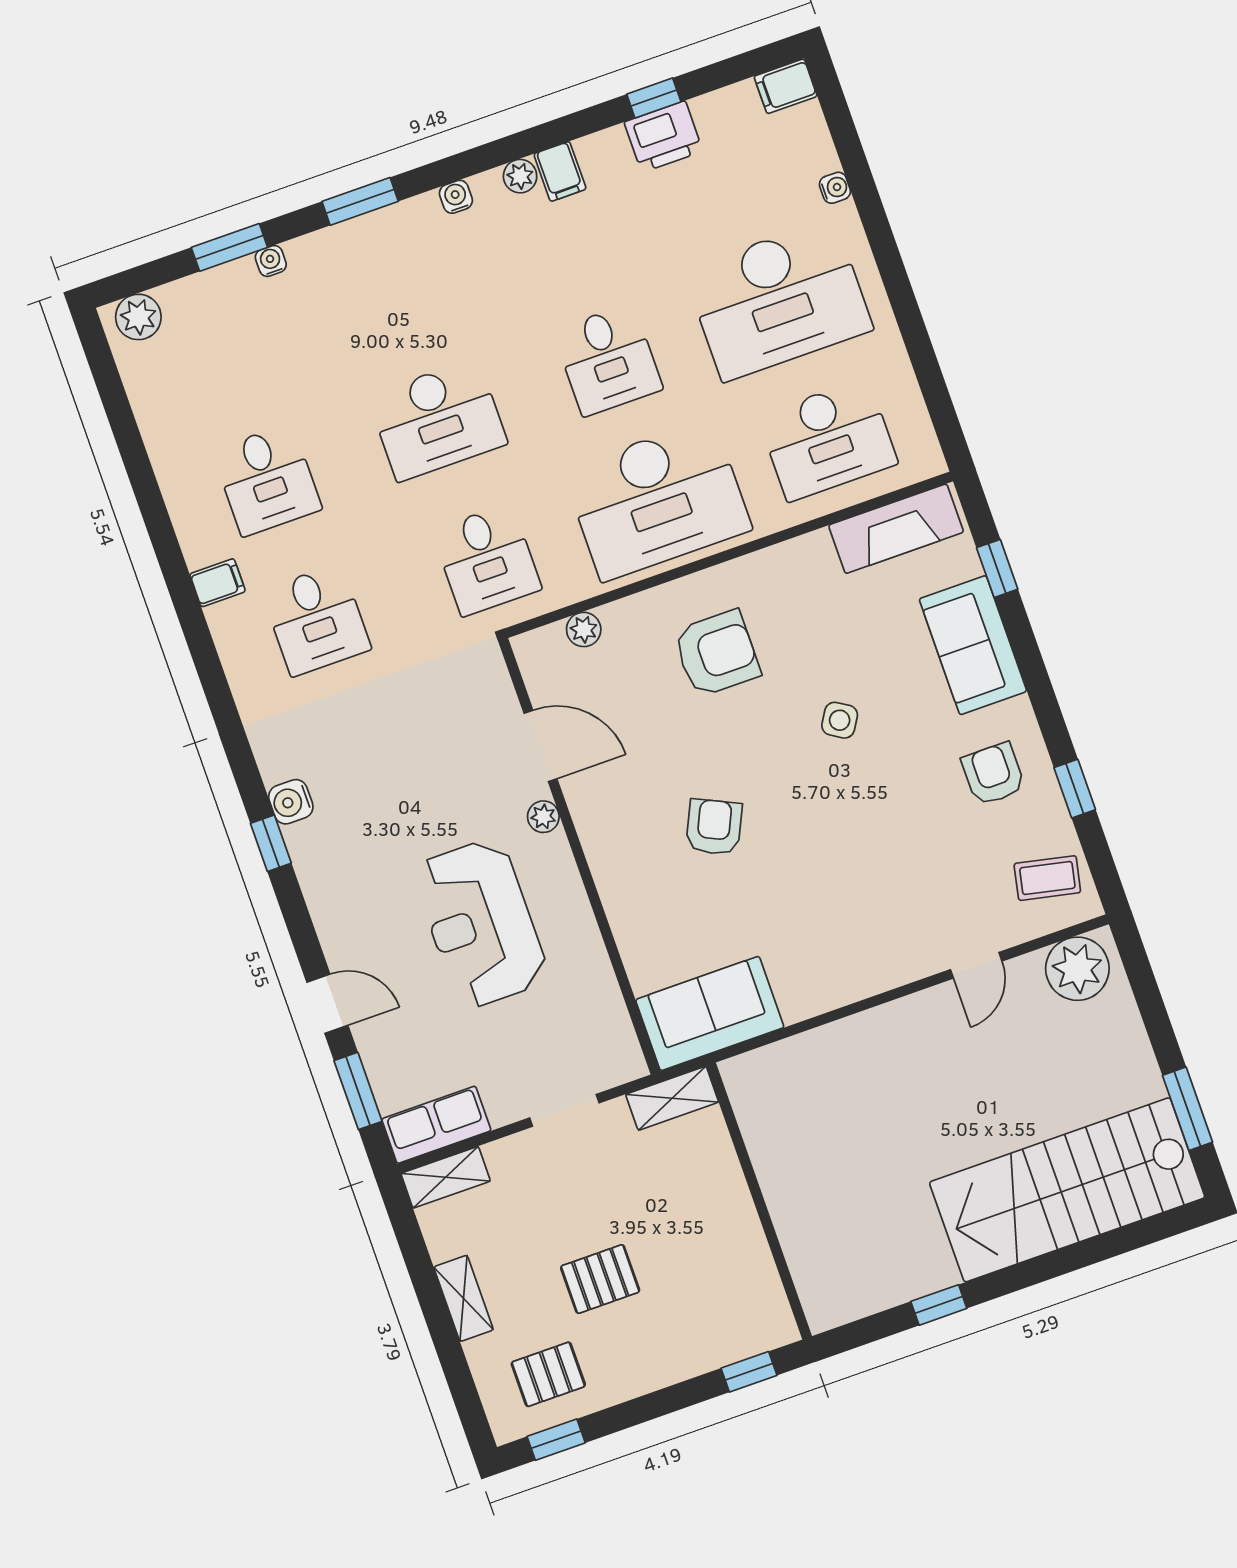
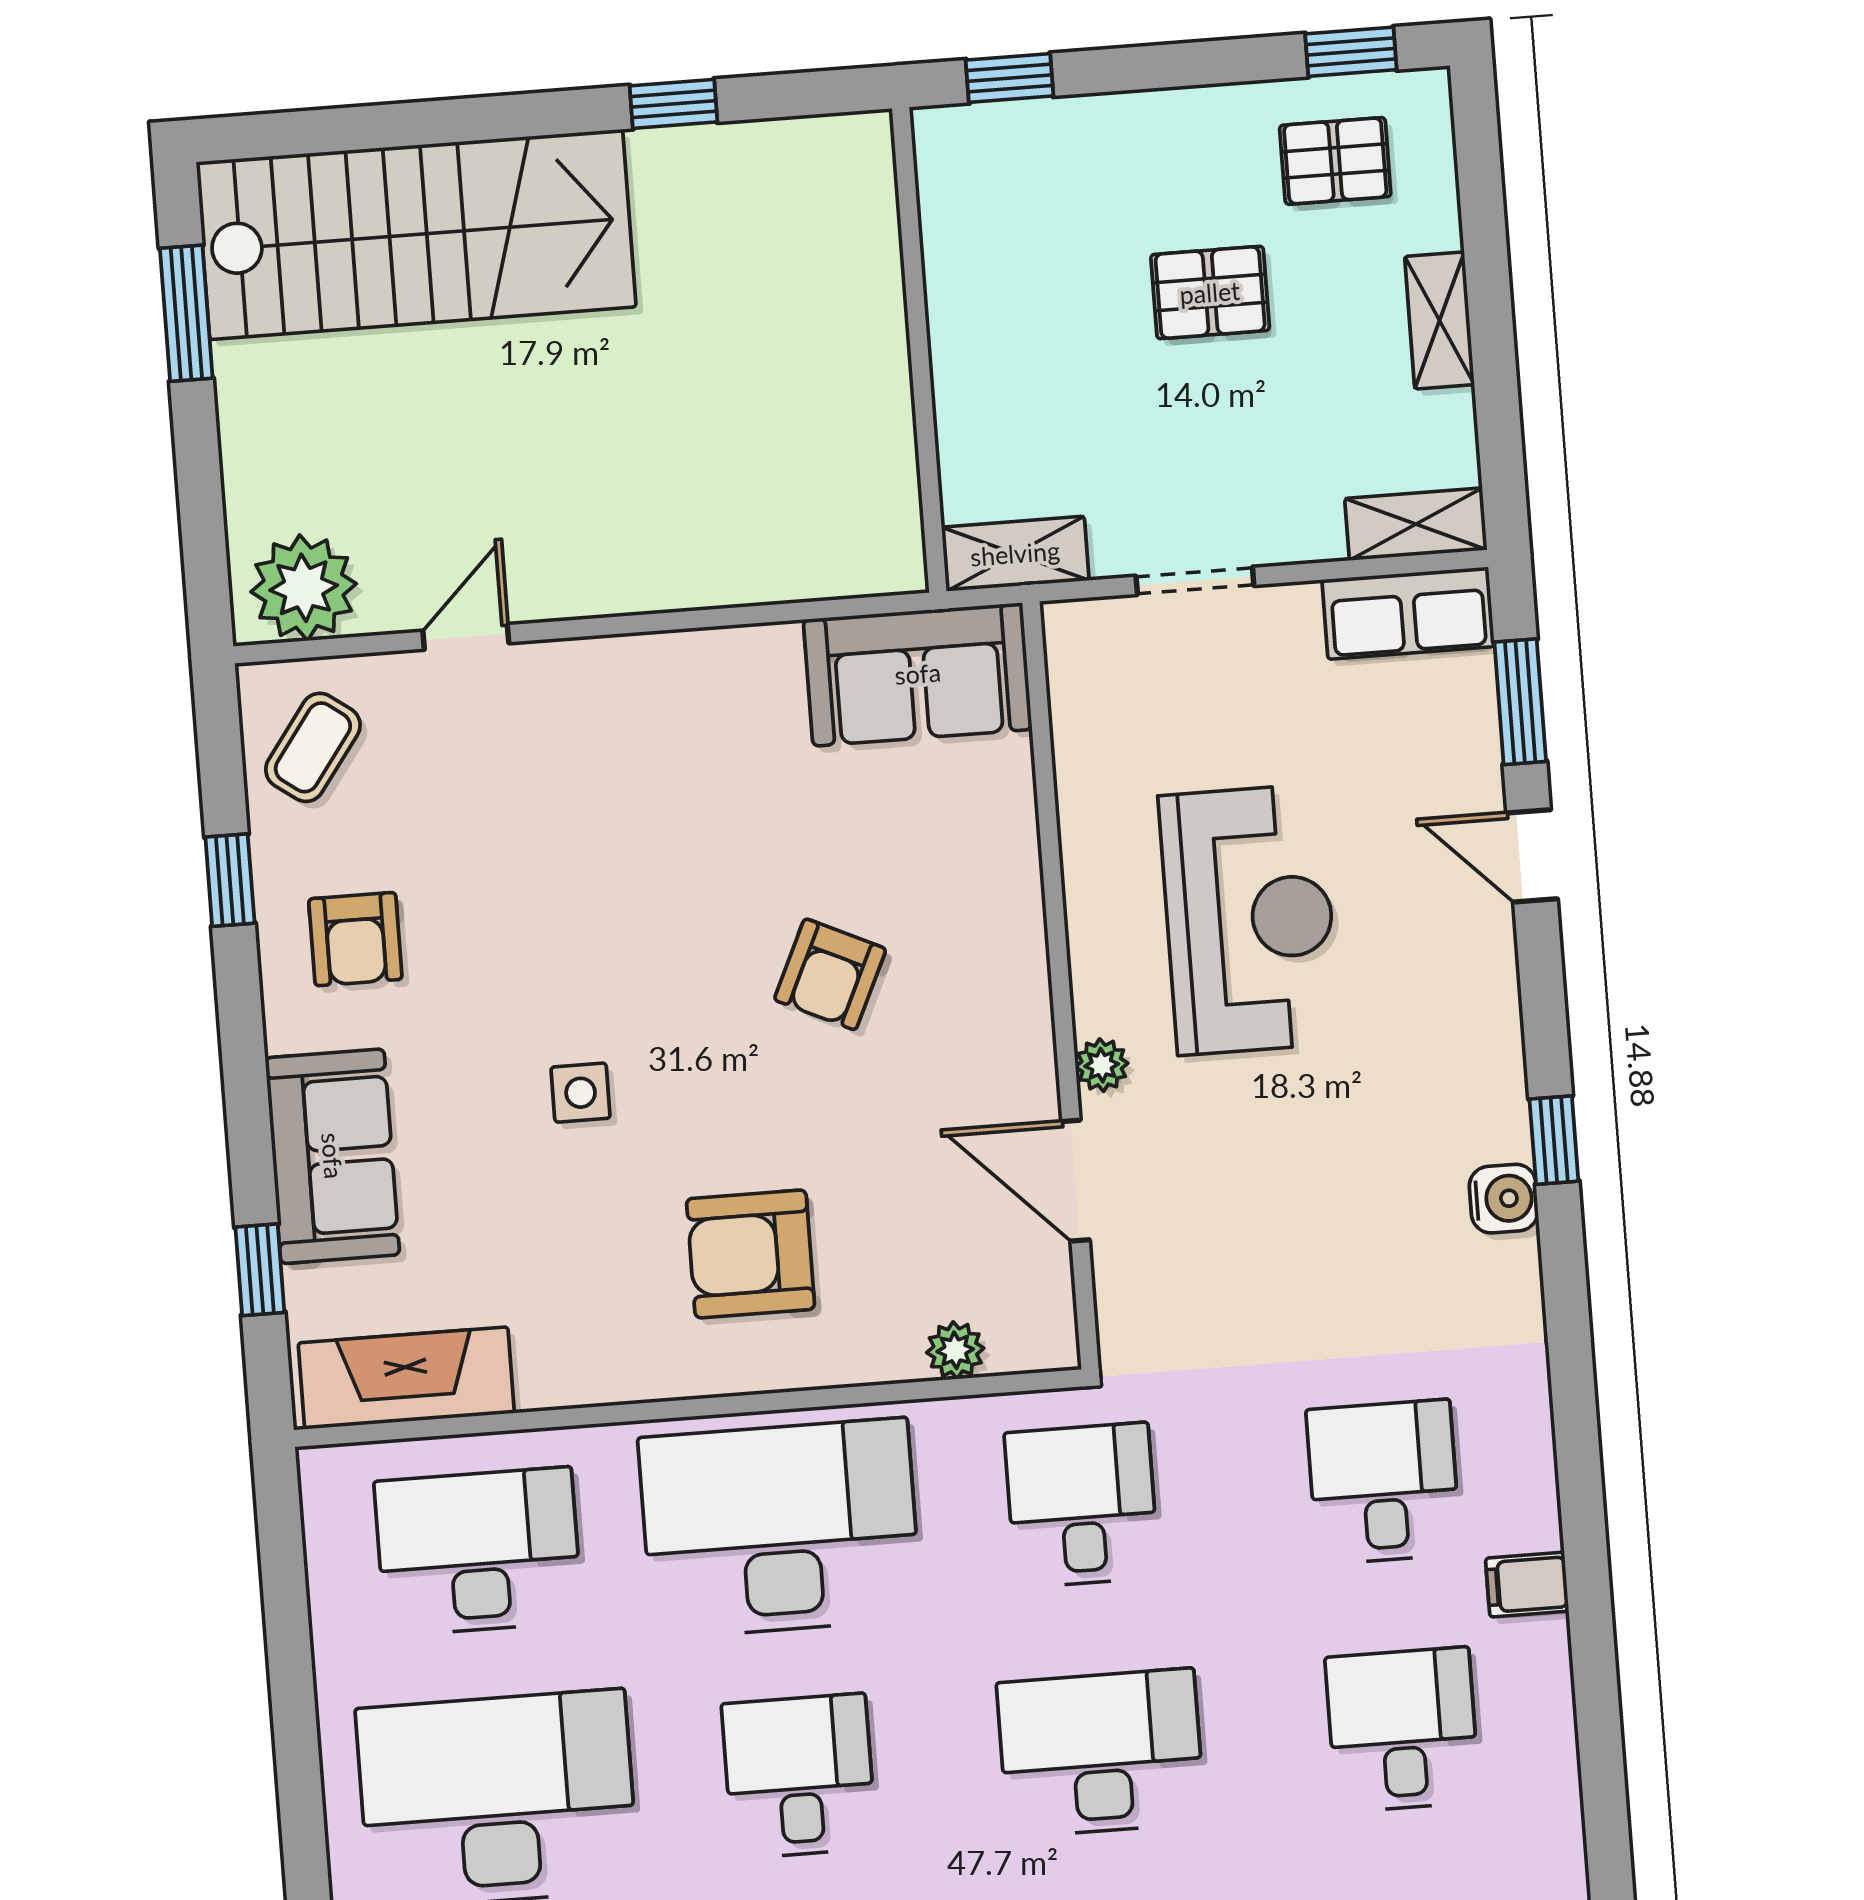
side table: (840, 720) -> (581, 1093), turned -32
coffee table: (1047, 878) -> (313, 747), turned -66

